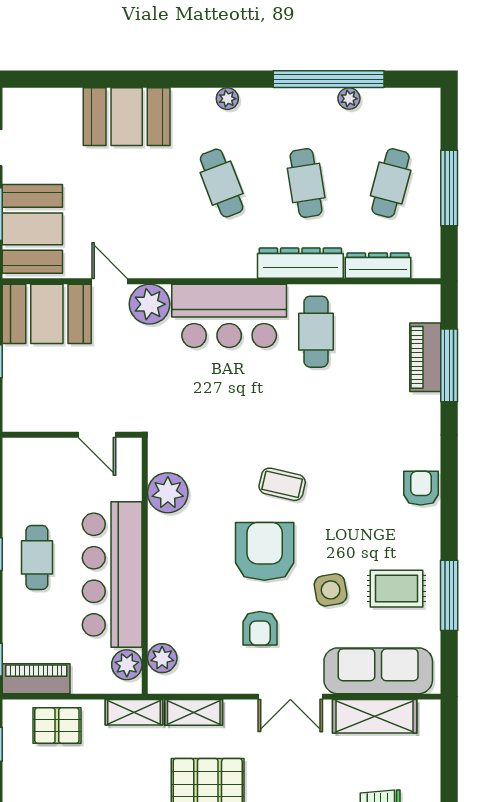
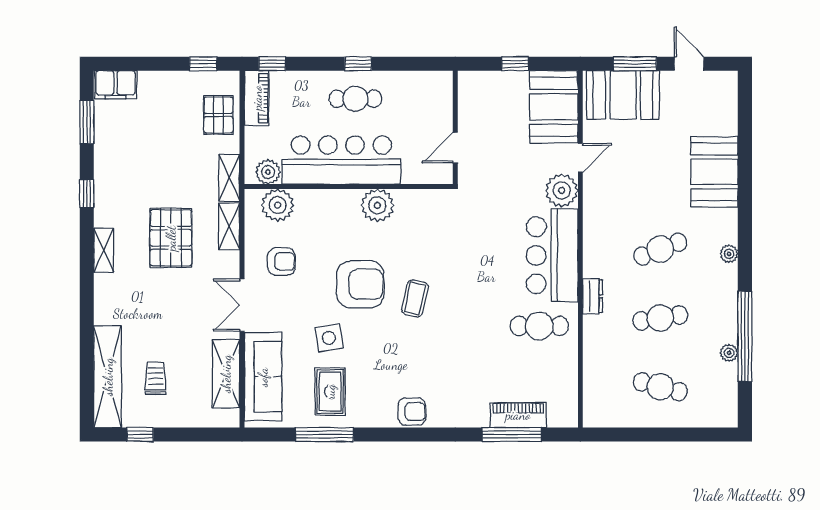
window: (449, 188) -> (656, 434), removed
dresser: (300, 263) -> (593, 296), width x0.51, depth x0.80
dresser: (378, 266) -> (593, 376), removed
plant: (168, 493) -> (377, 205), moved
armchair: (260, 628) -> (281, 261), moved, turned 180
plant: (162, 658) -> (278, 205), width x1.36, depth x1.36

